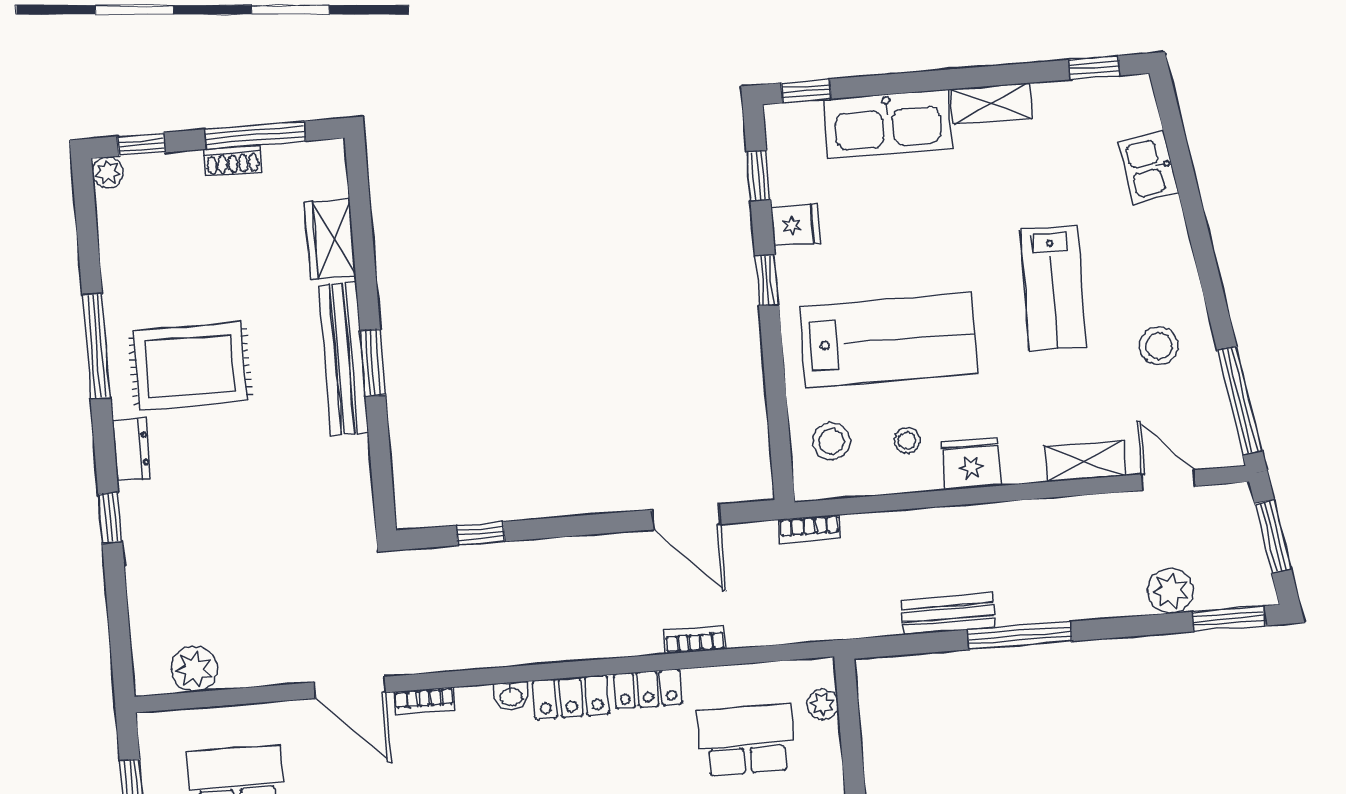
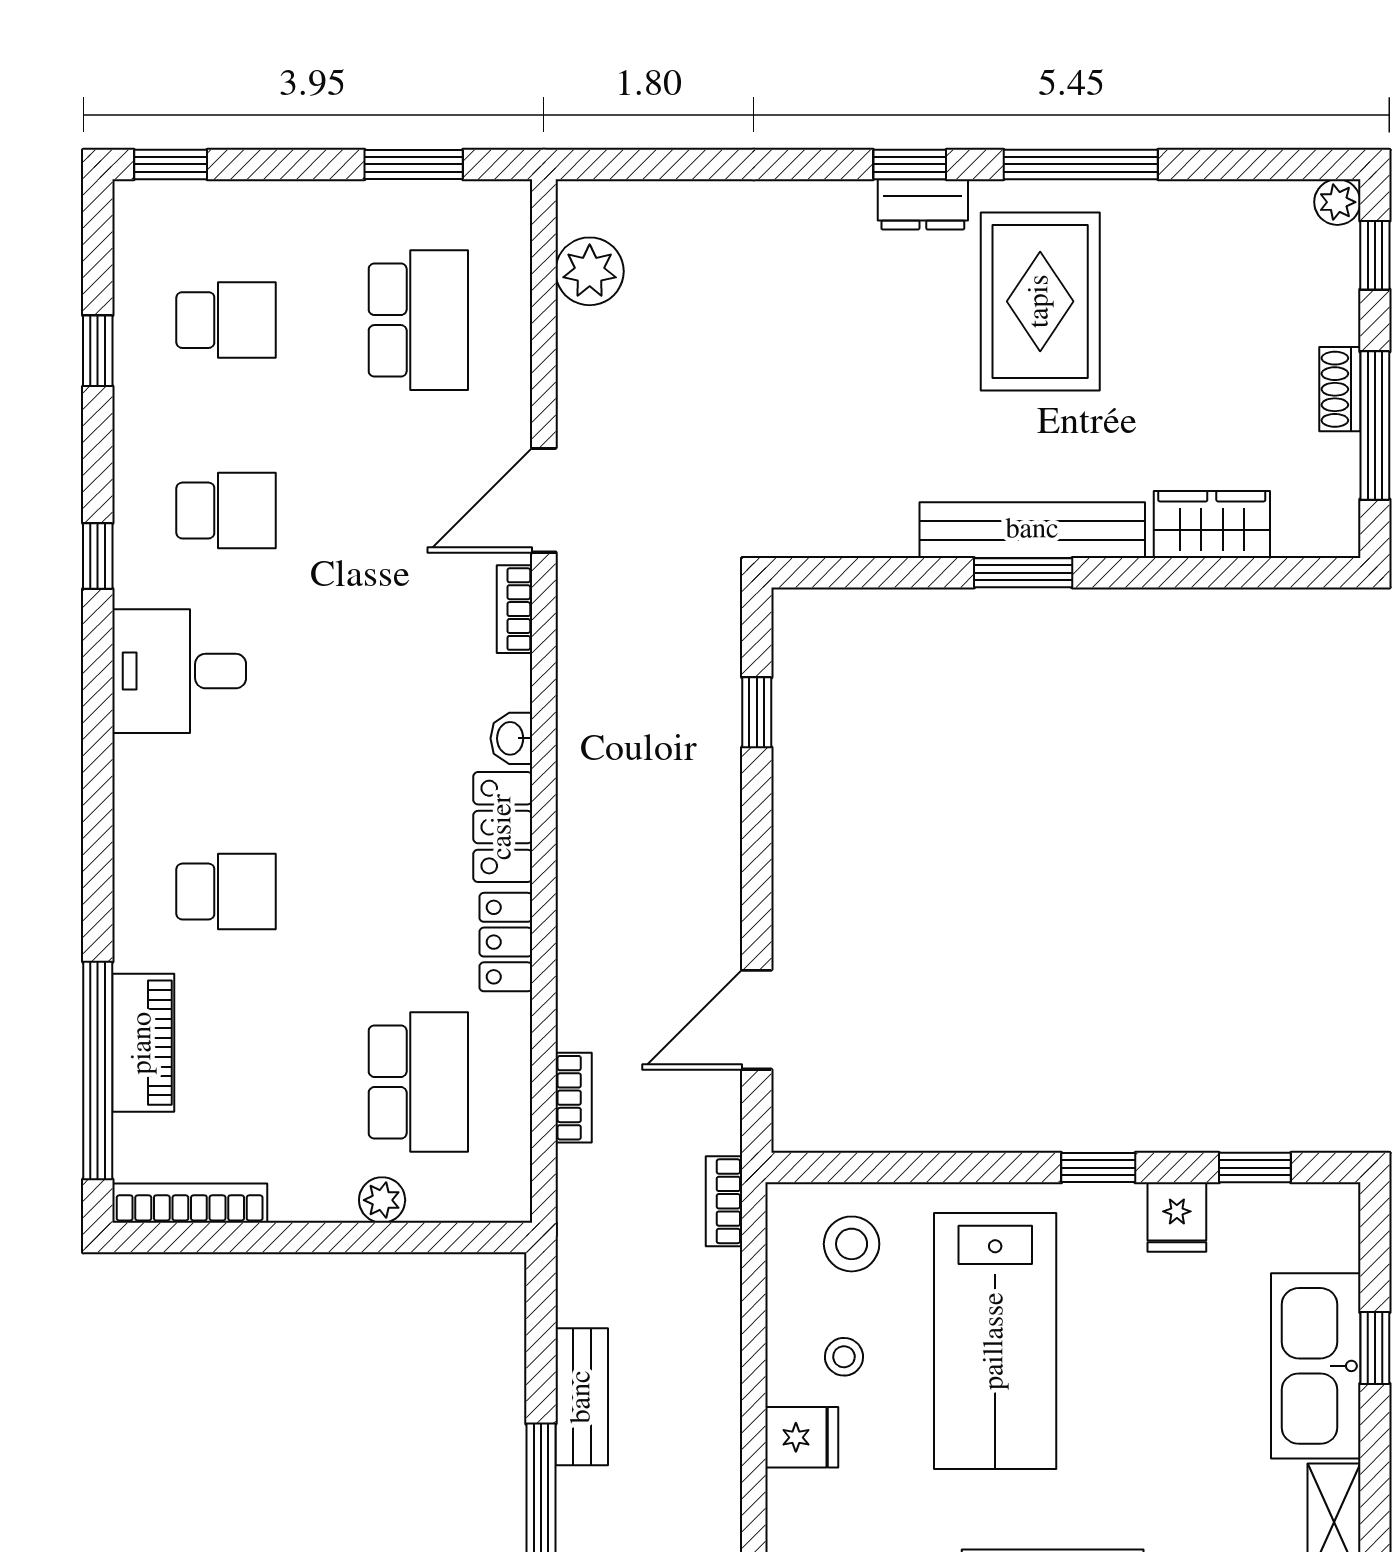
window: (806, 91) -> (1375, 1348), moved
fridge: (971, 464) -> (802, 1437), width x0.72
window: (110, 518) -> (910, 164), moved
bookcase: (695, 640) -> (574, 1098), moved
plant: (823, 704) -> (382, 1200), moved

